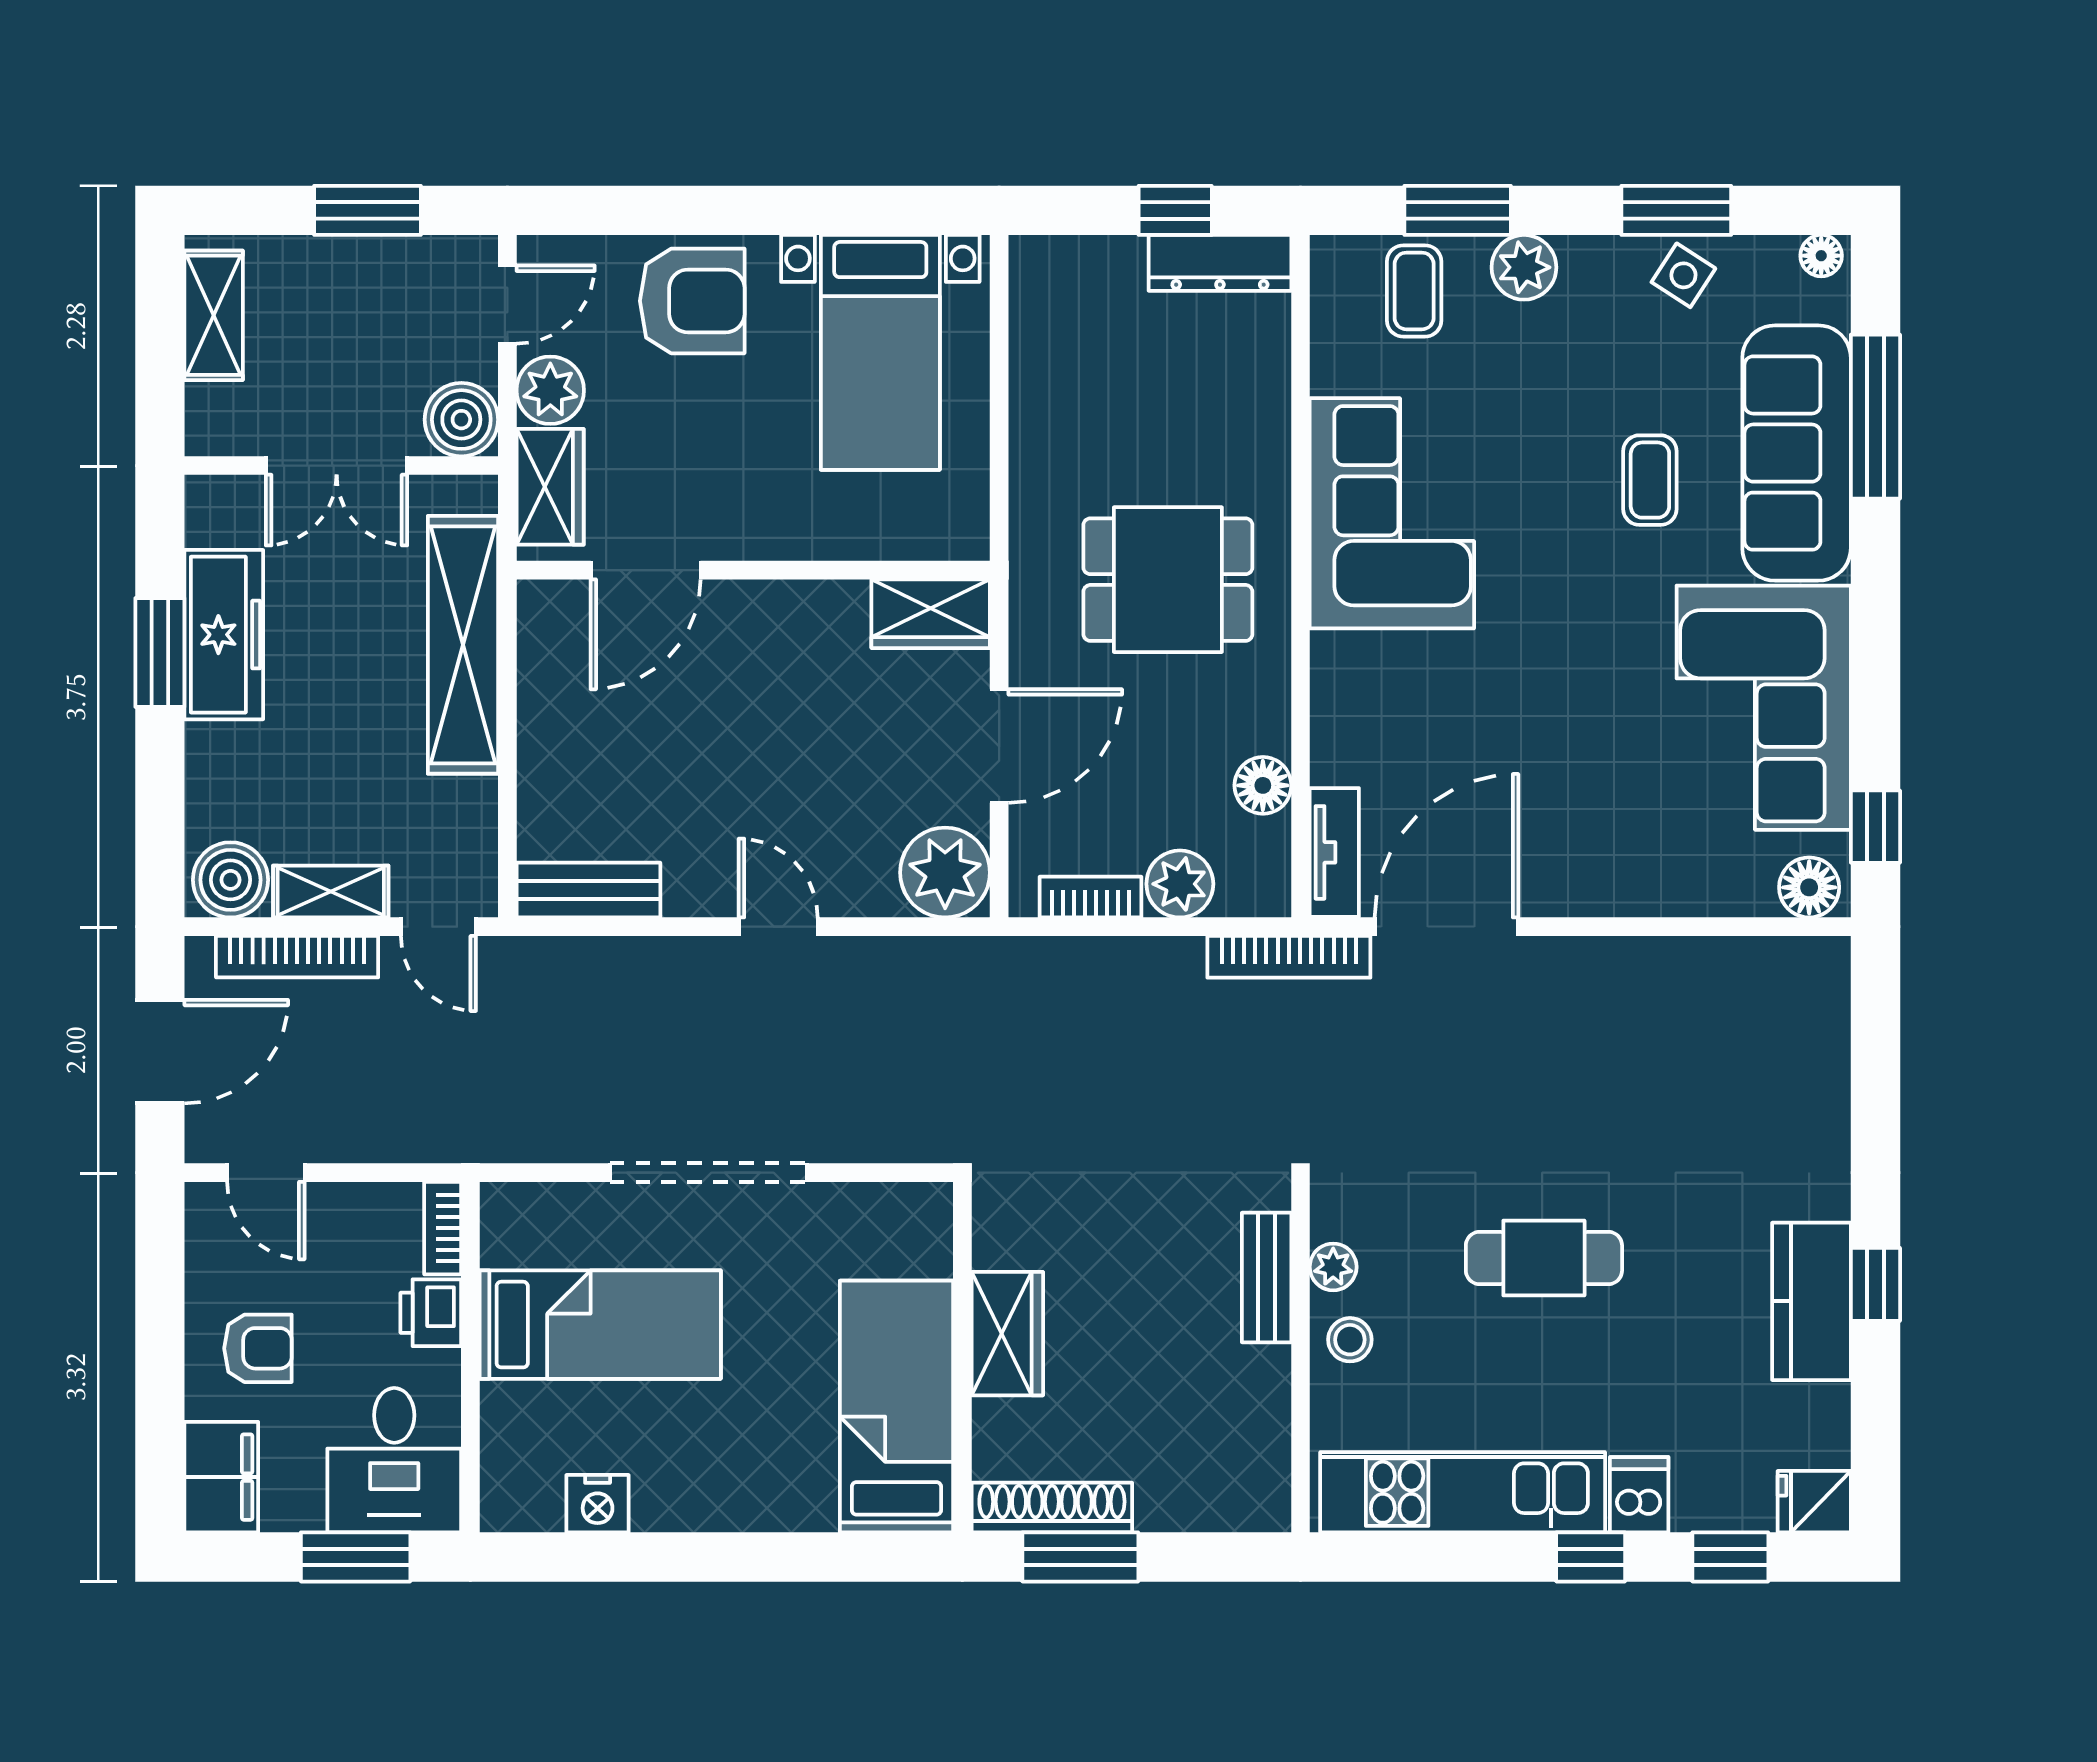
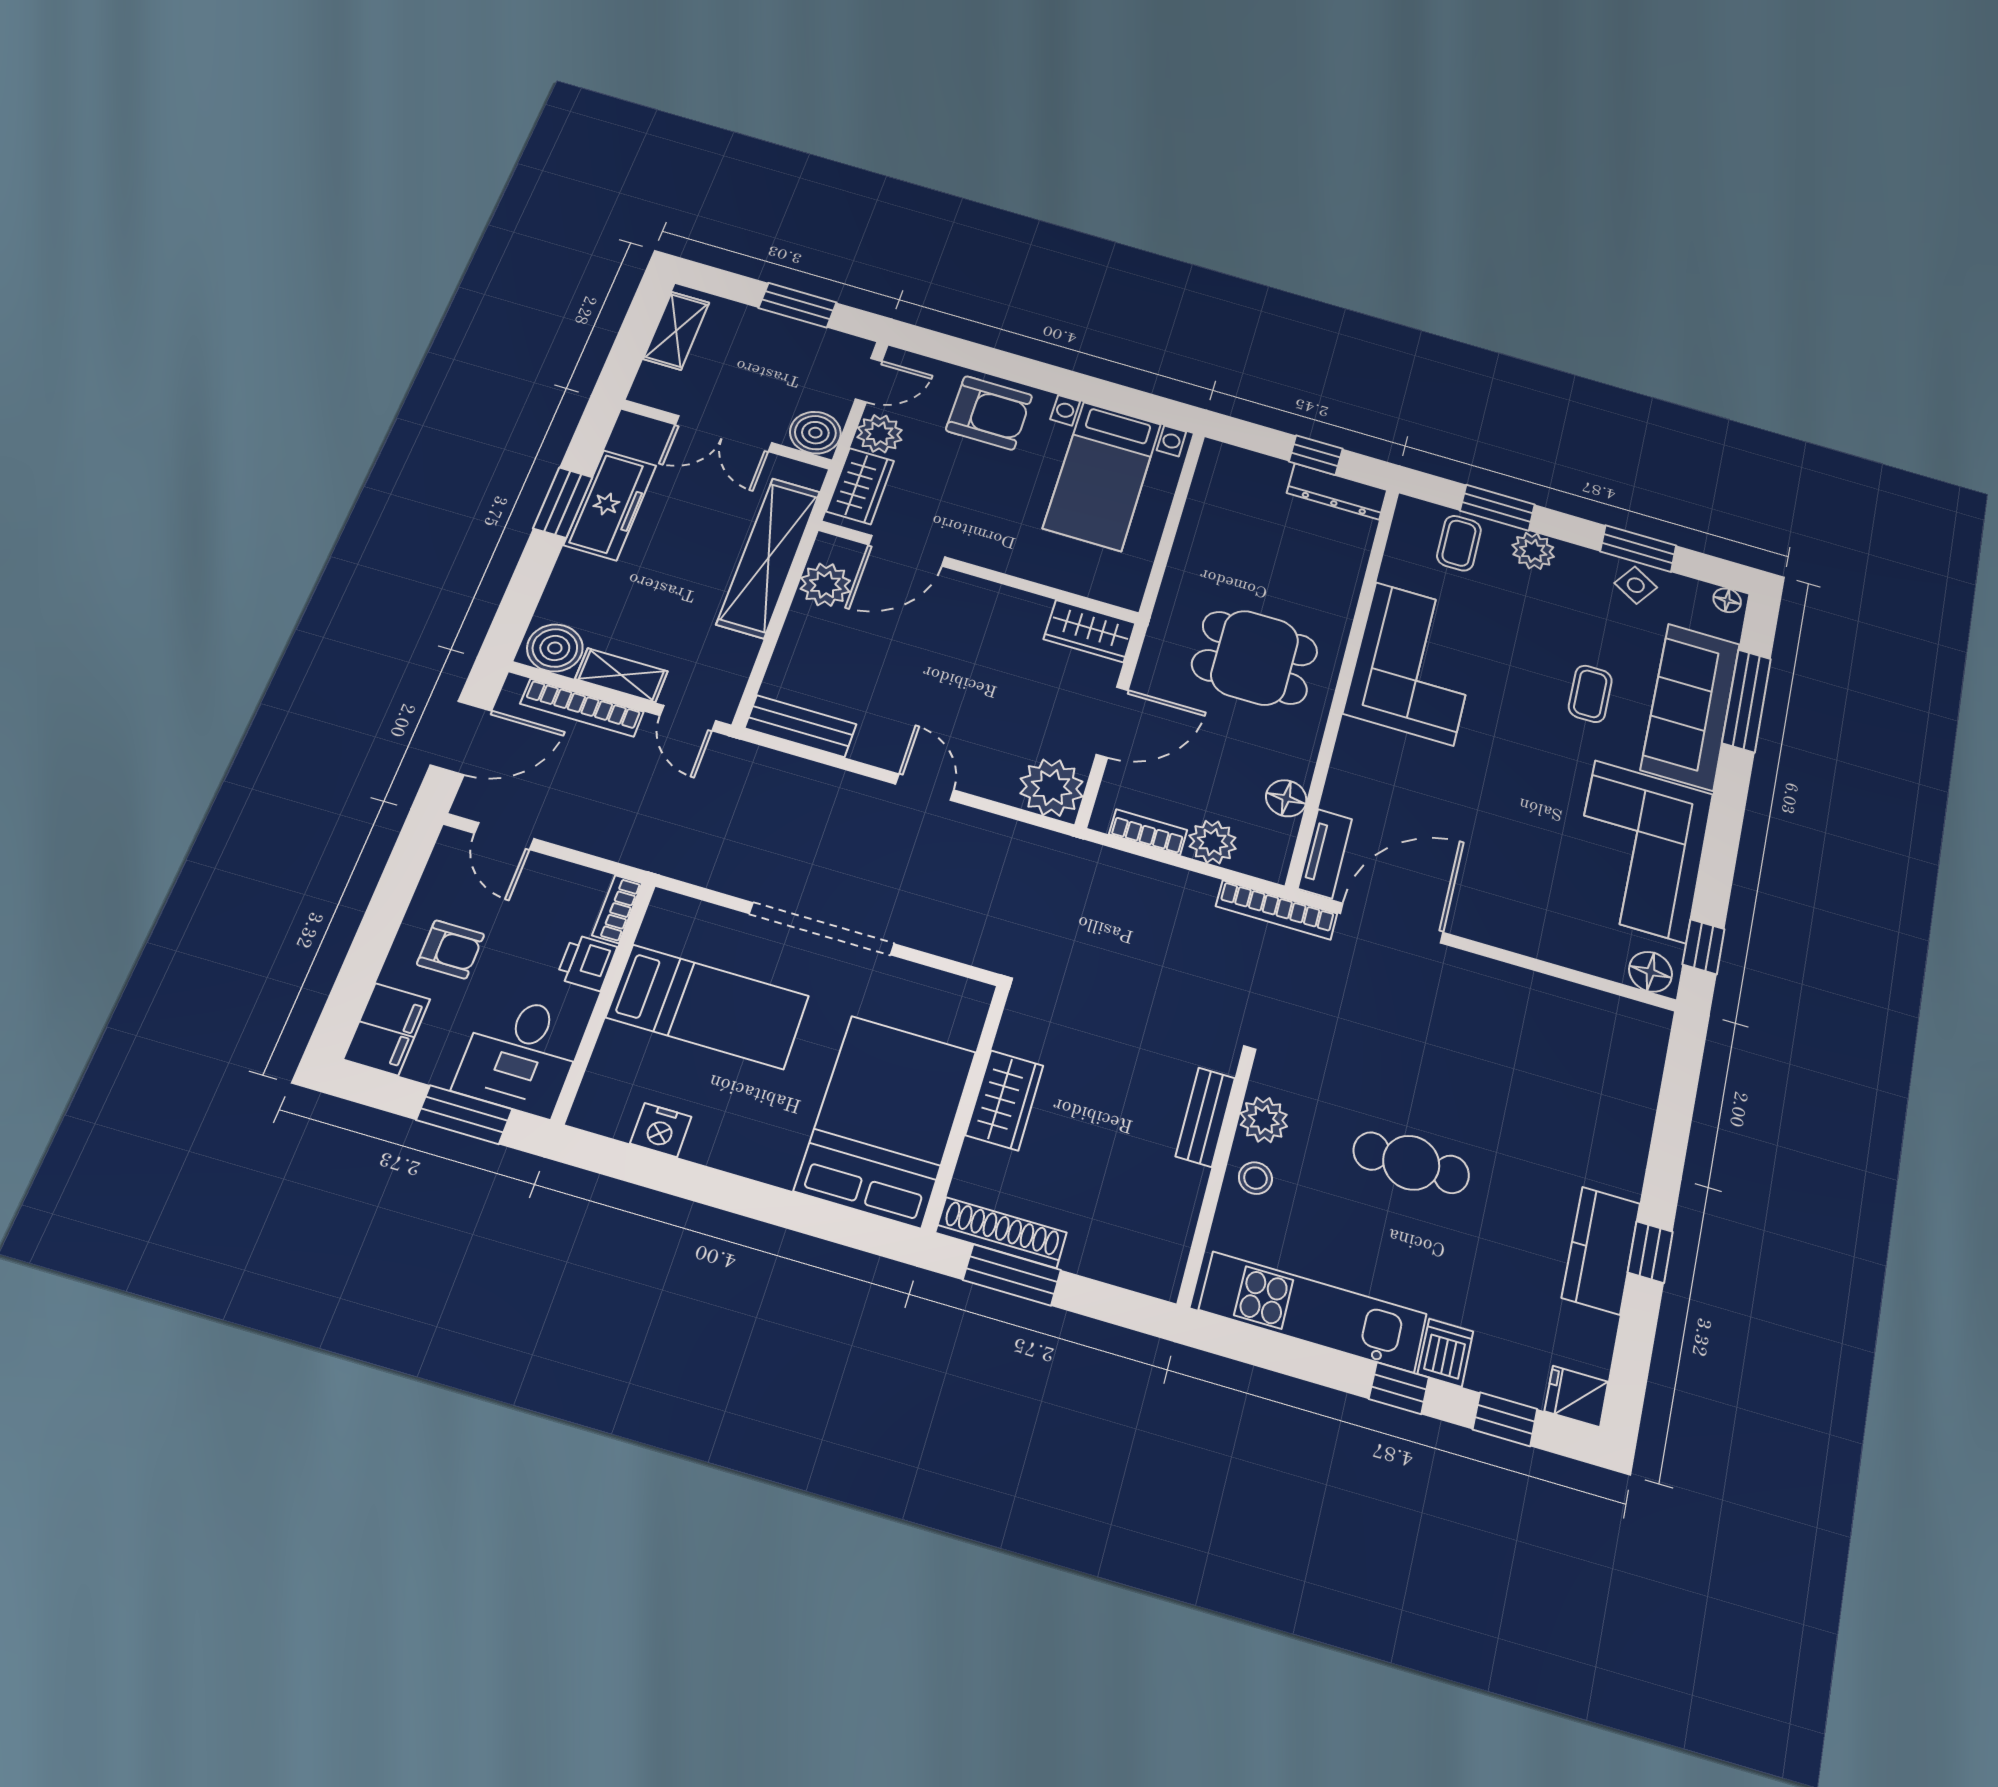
plant: (553, 662) -> (825, 585), added
plant: (1333, 1267) -> (1264, 1120), width x1.38, depth x1.38
bed: (896, 1407) -> (886, 1121), width x1.50

